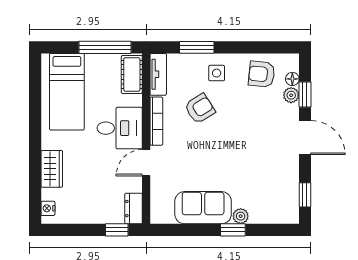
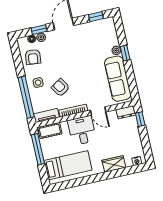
window: (197, 47) -> (26, 97), width x2.11
sofa: (203, 208) -> (118, 79), width x1.36

